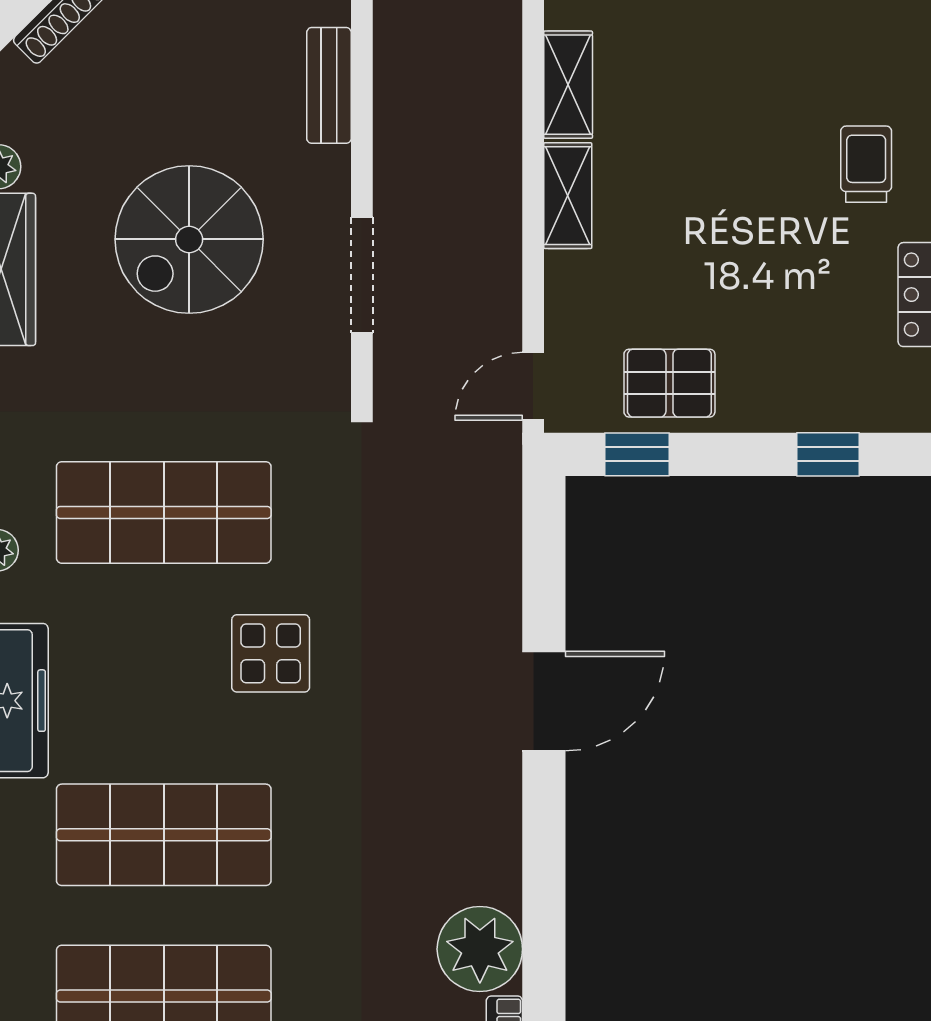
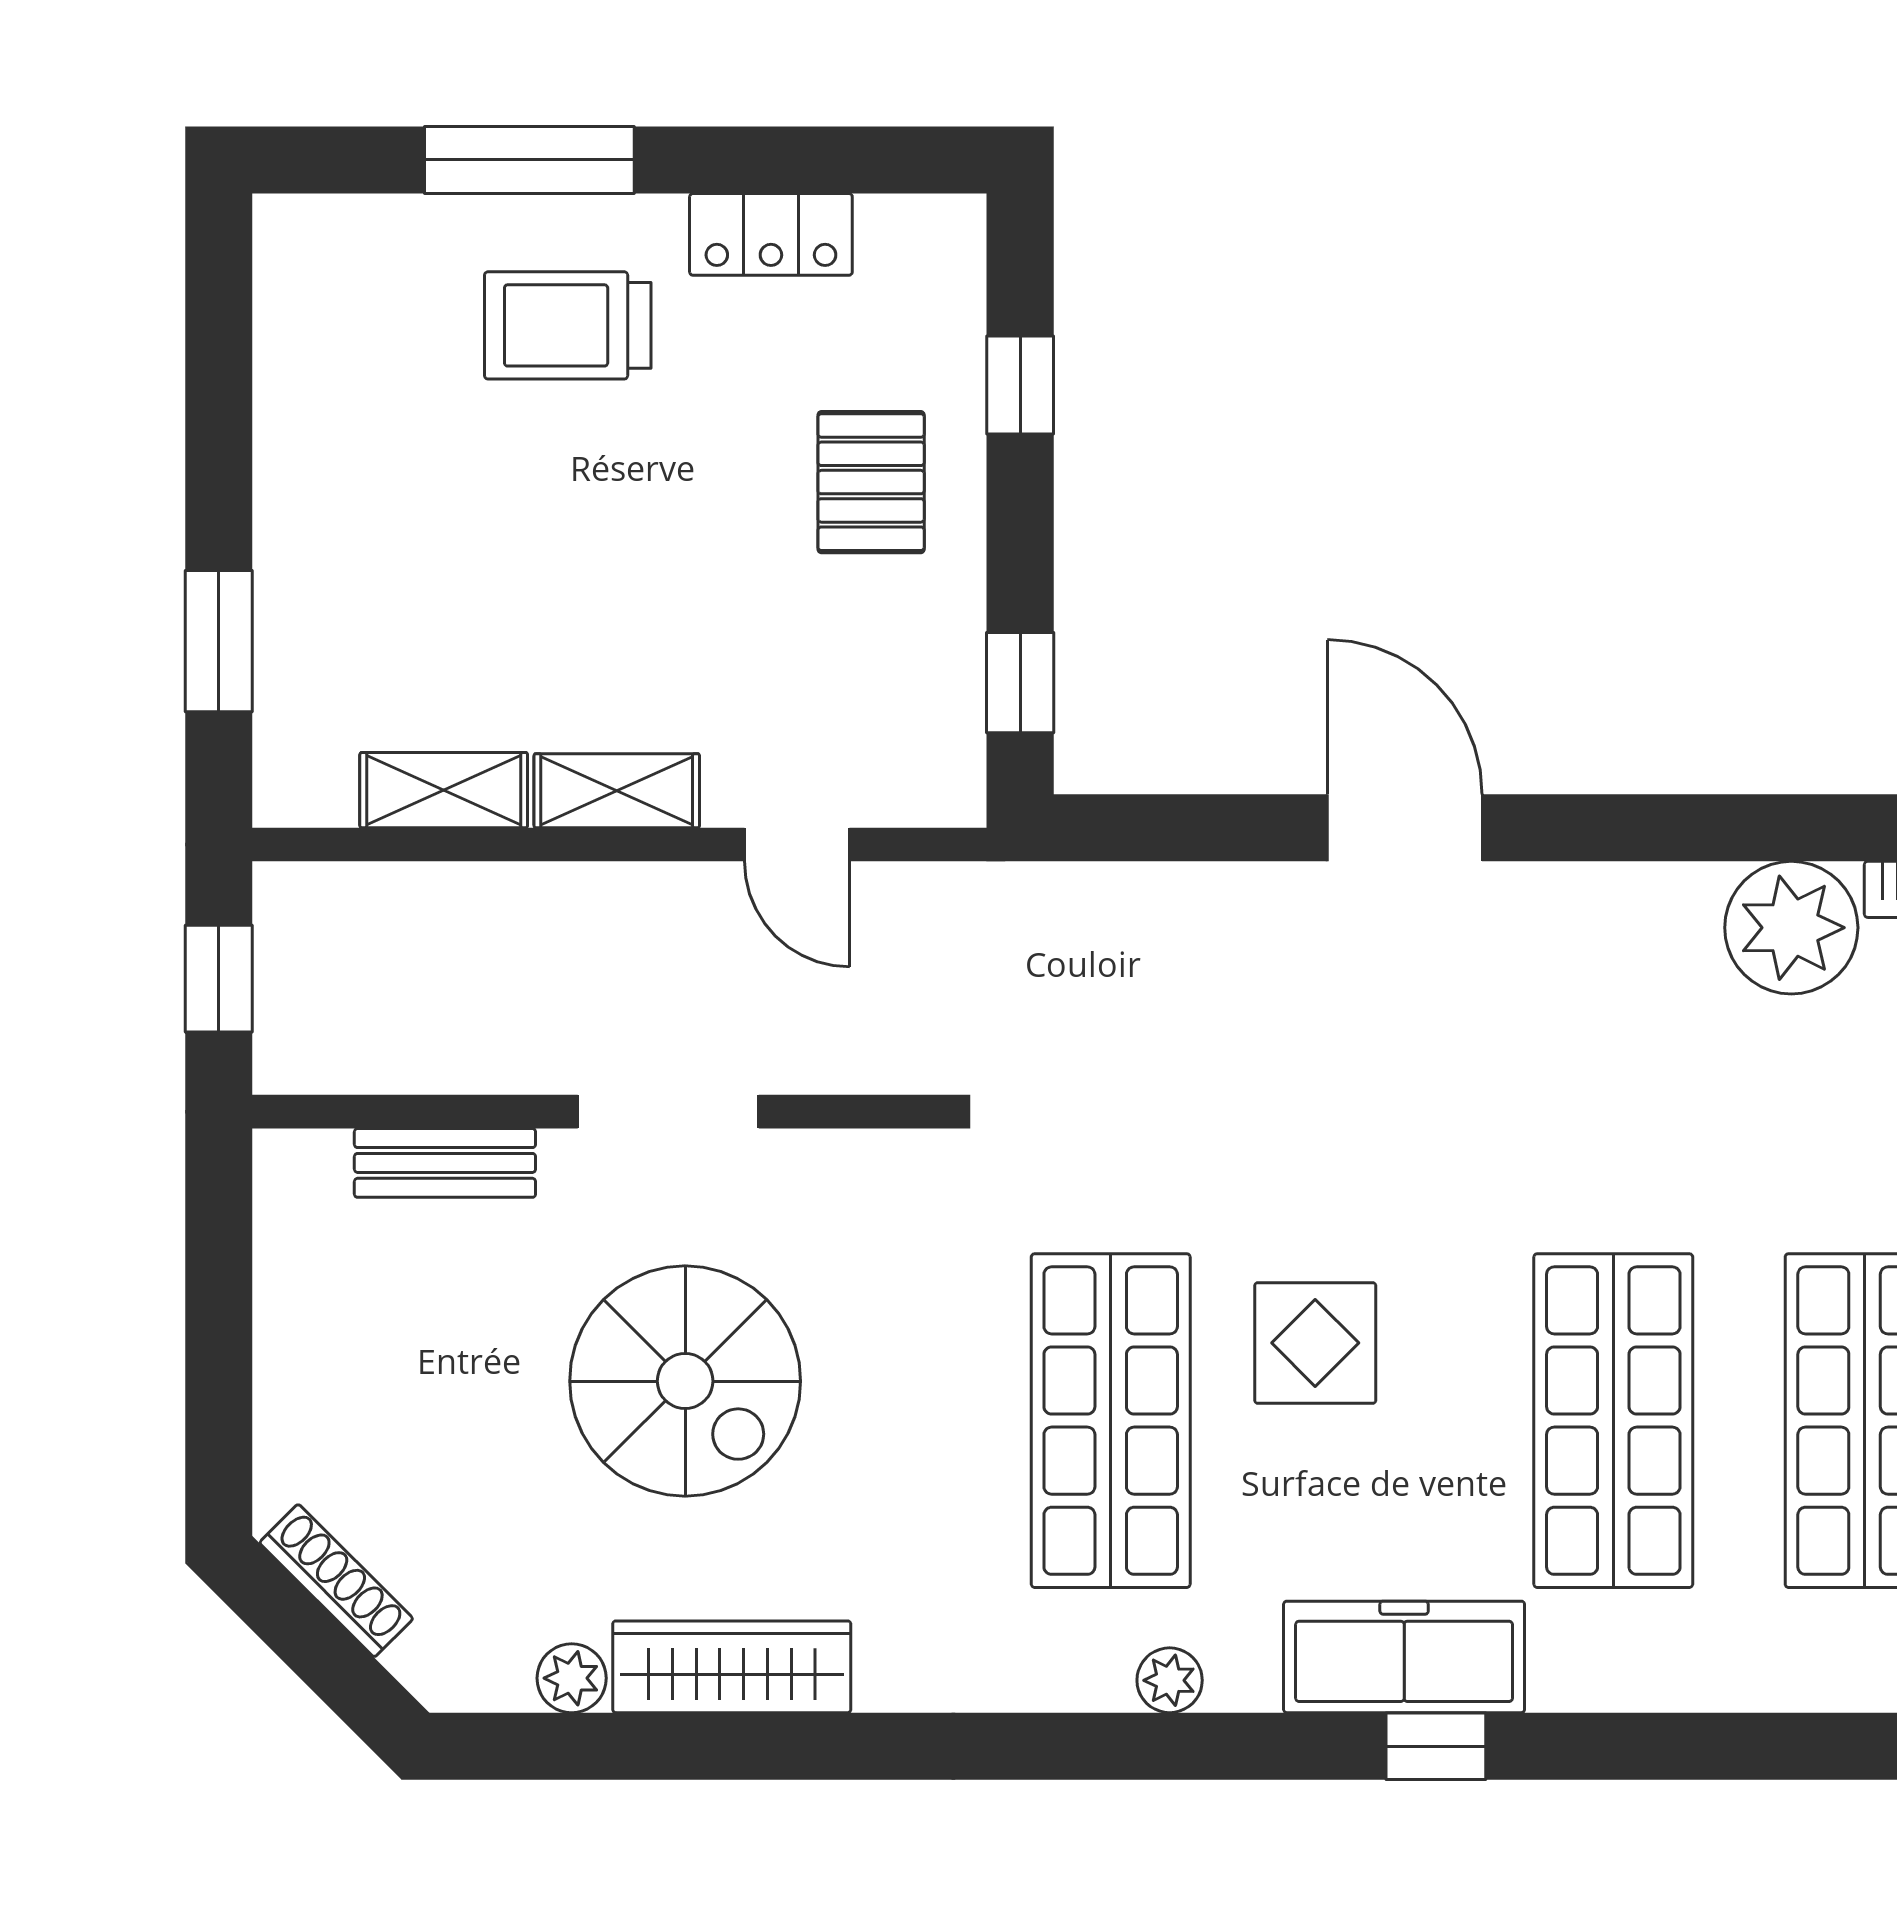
trolley: (866, 164) -> (568, 325), width x1.36, depth x1.39
doorway: (362, 275) -> (668, 1112), moved
pallet: (669, 383) -> (871, 482), moved
door: (533, 386) -> (797, 845), moved
display table: (271, 653) -> (1315, 1343), moved

